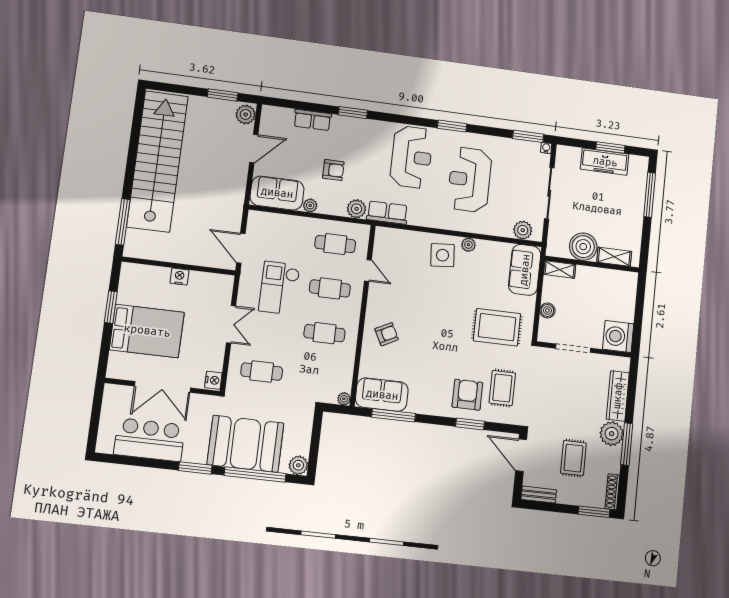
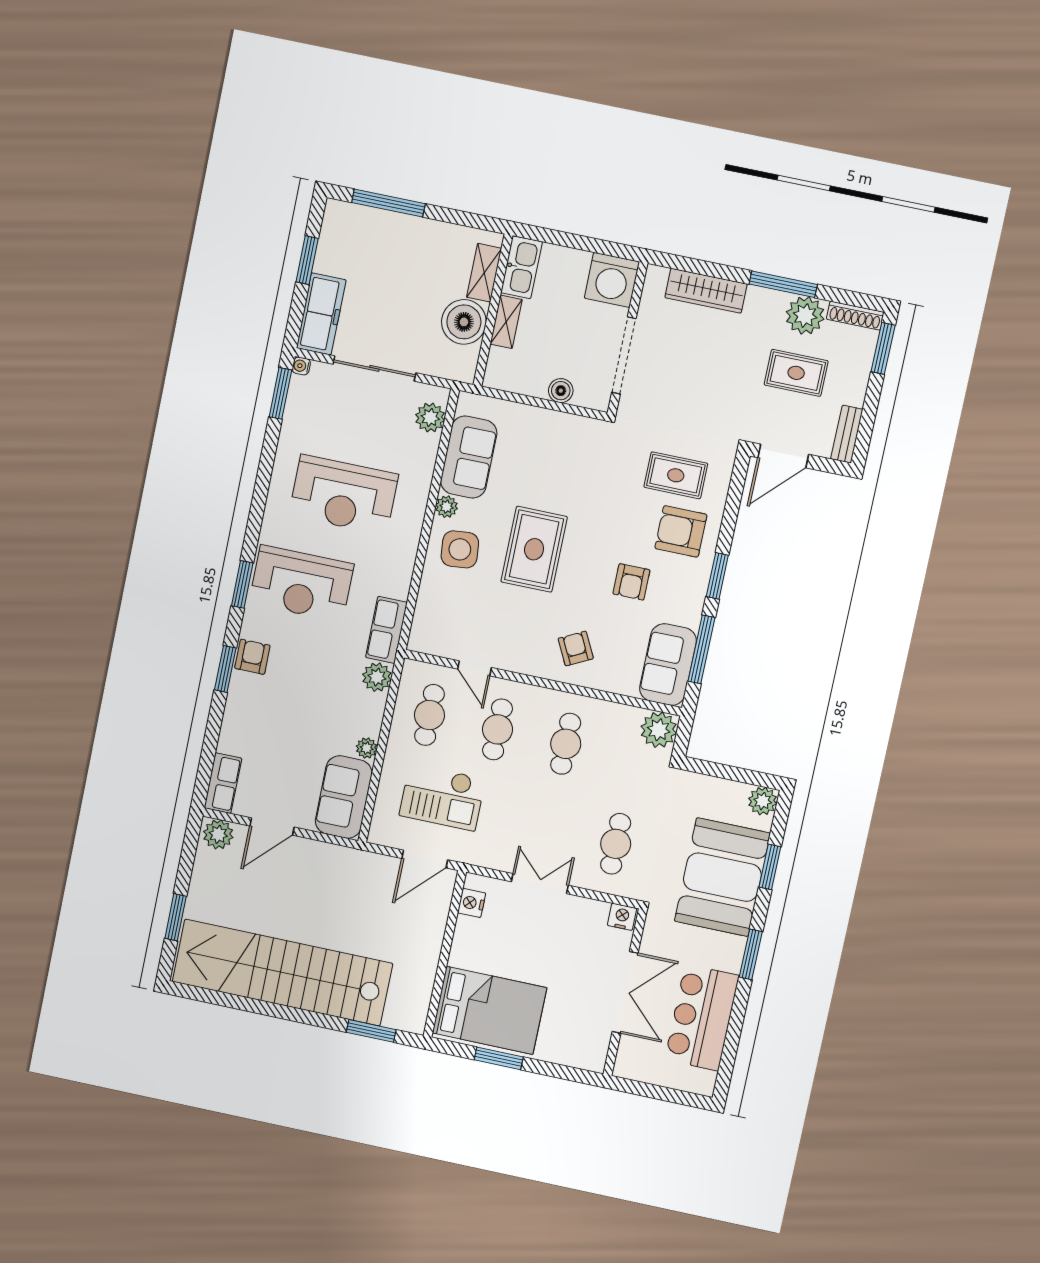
window: (223, 95) -> (176, 917), moved
row of seats: (312, 120) -> (223, 783), moved
window: (452, 126) -> (242, 584), moved
door: (254, 148) -> (272, 827), swing flipped
reception desk: (411, 157) -> (301, 584), turned 180
freezer: (605, 162) -> (321, 314), moved
armchair: (333, 170) -> (252, 657), moved
window: (123, 222) -> (371, 1031), width x0.69
sofa: (525, 270) -> (469, 457), moved, turned -90
shelving: (560, 270) -> (506, 322), moved
door: (368, 271) -> (475, 668), swing flipped
nightstand: (179, 277) -> (472, 903), moved
kitchen sink: (620, 280) -> (522, 267), added
checkout: (279, 288) -> (442, 797), moved
rug: (497, 327) -> (534, 549), moved
bed: (147, 331) -> (490, 1010), moved, turned 90
doorway: (573, 348) -> (624, 355), width x1.36
armchair: (432, 366) -> (631, 582), added
plant: (344, 399) -> (659, 730), width x1.87, depth x1.87
window: (470, 424) -> (717, 576), moved
plant: (612, 434) -> (805, 315), moved
window: (255, 475) -> (770, 867), width x0.47

